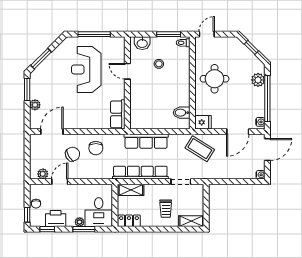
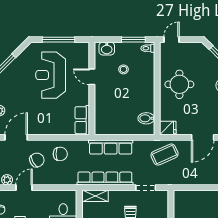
chair: (96, 148) -> (60, 154), turned -90
coffee table: (200, 149) -> (165, 155), turned -56

